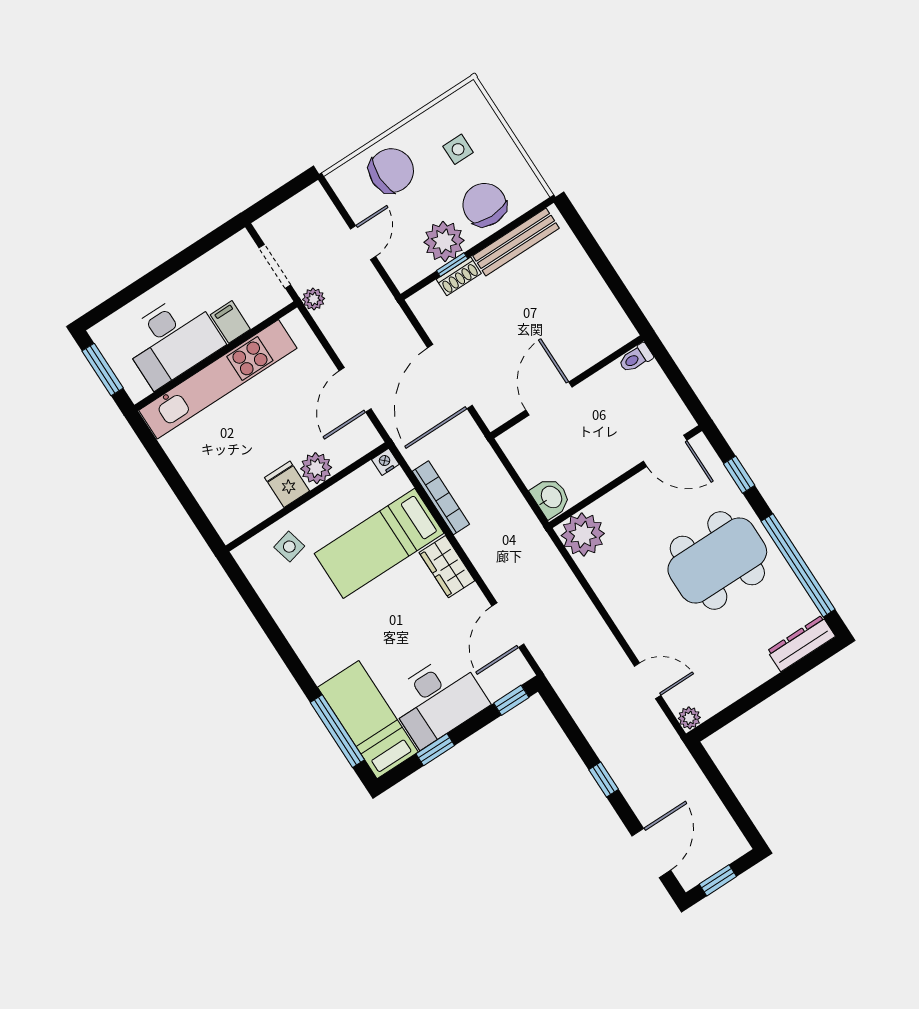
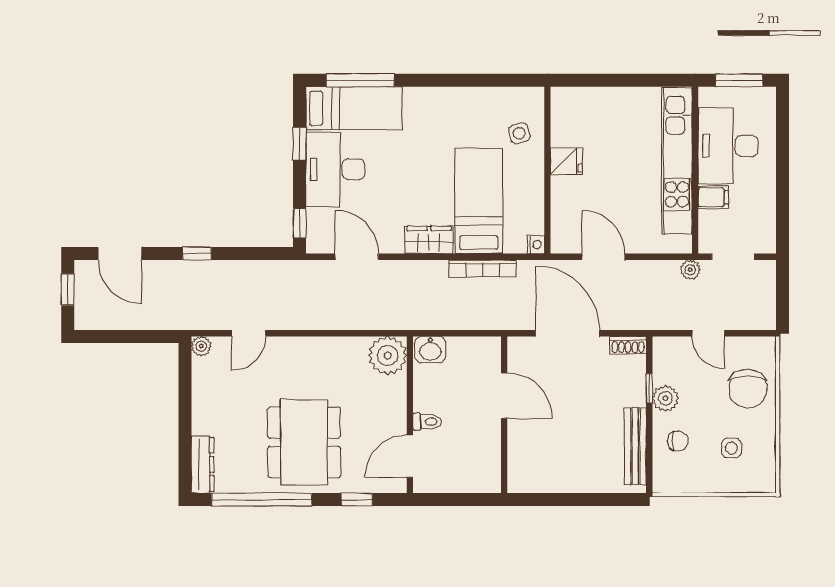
chair: (485, 205) -> (678, 441), width x0.54, depth x0.54
plant: (444, 241) -> (665, 398), width x0.73, depth x0.73
shoe rack: (459, 276) -> (628, 345), moved, turned -90
toilet: (636, 358) -> (427, 422), moved, turned 90
plant: (316, 468) -> (564, 191), removed

